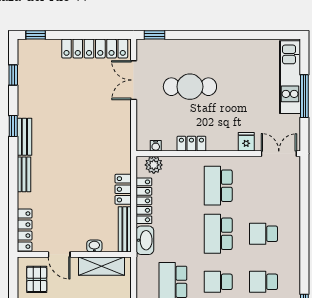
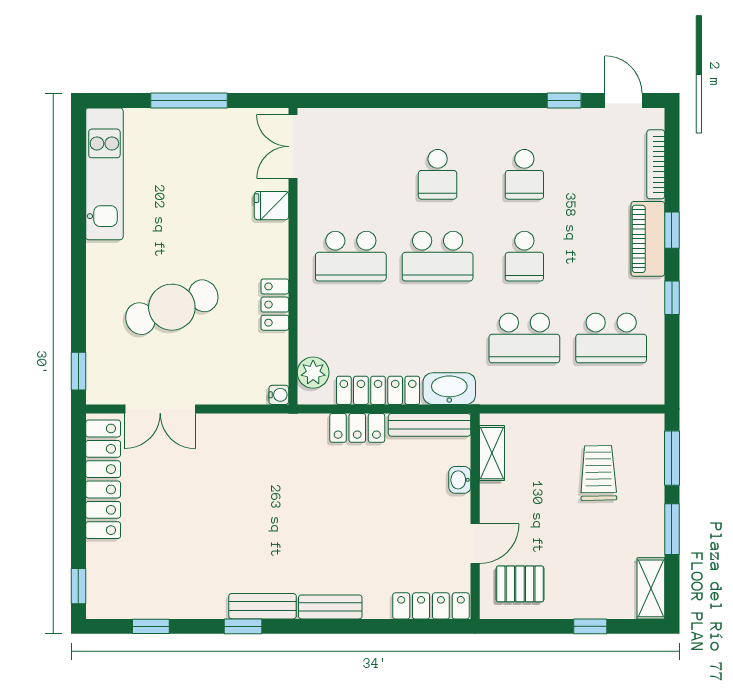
kitchen unit: (290, 77) -> (104, 174), moved, turned -90
cafe table: (190, 87) -> (172, 307), turned 70
water cooler: (156, 146) -> (279, 395), moved
shelving: (102, 266) -> (492, 453), width x0.67, depth x0.75

